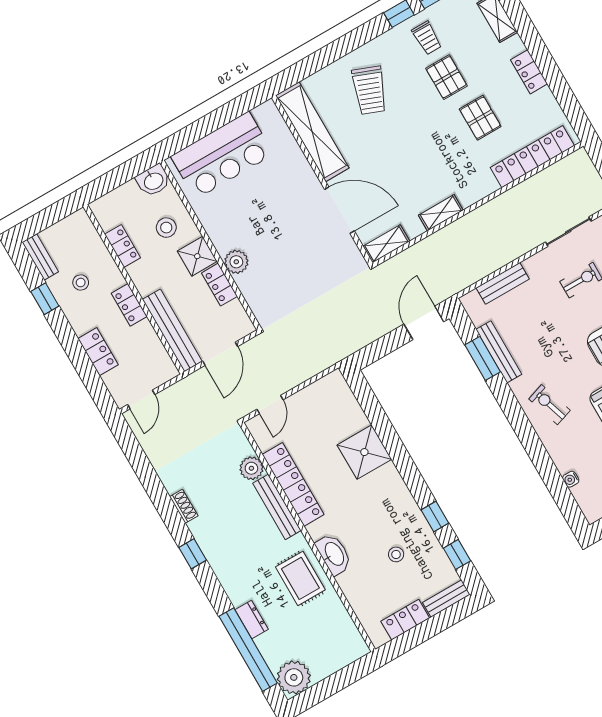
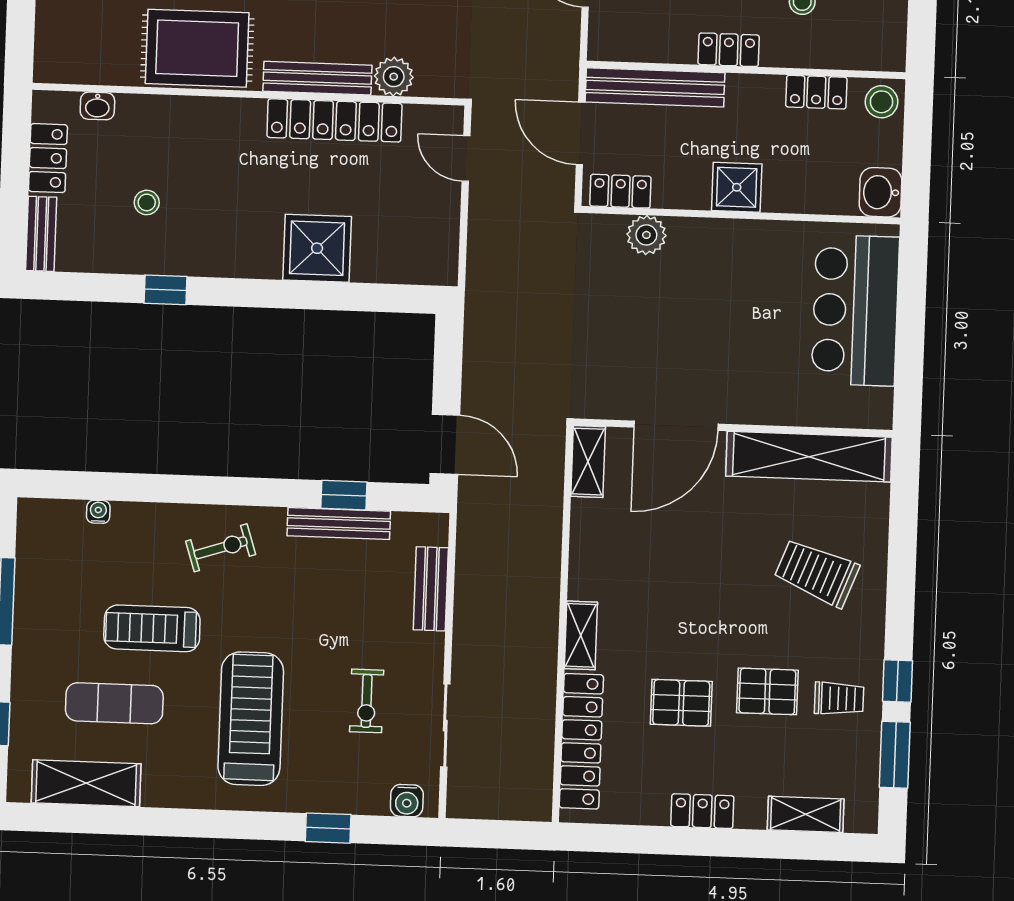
trolley: (427, 38) -> (839, 698), turned 180
shelving: (441, 213) -> (581, 635), moved
stool: (166, 228) -> (882, 102), moved
plant: (236, 262) -> (646, 235), moved
locker: (219, 285) -> (620, 191), moved
window: (483, 358) -> (344, 495), width x0.67
washbasin: (334, 554) -> (97, 106), moved, width x0.52, depth x0.69
window: (457, 554) -> (93, 287), removed
rug: (300, 578) -> (197, 48), width x1.36, depth x1.43

